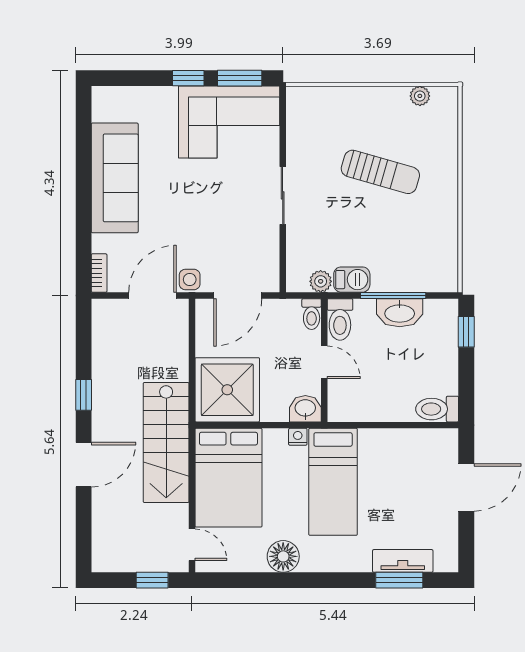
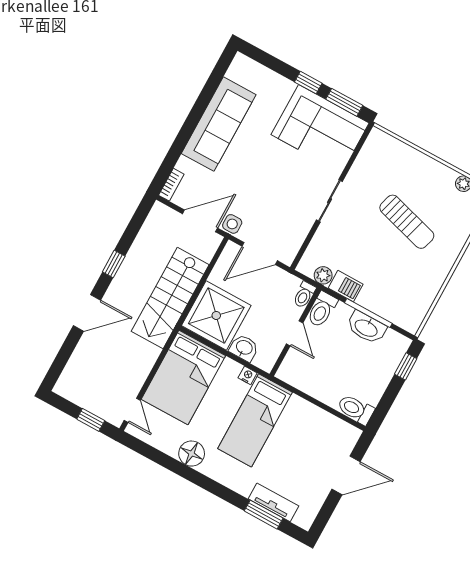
washbasin: (305, 409) -> (244, 348), moved
stairs: (166, 442) -> (170, 298), moved

